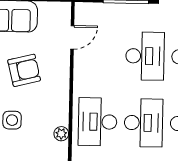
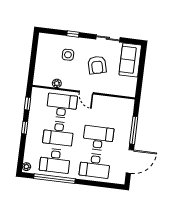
door: (72, 37) -> (86, 92), moved
desk: (145, 56) -> (98, 138), turned 180

